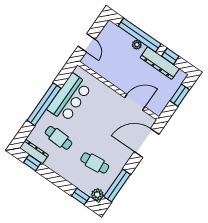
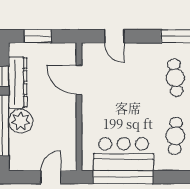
plant: (137, 45) -> (21, 121), width x1.87, depth x1.87
window: (44, 104) -> (123, 177), moved
door: (147, 143) -> (114, 36), width x0.53

